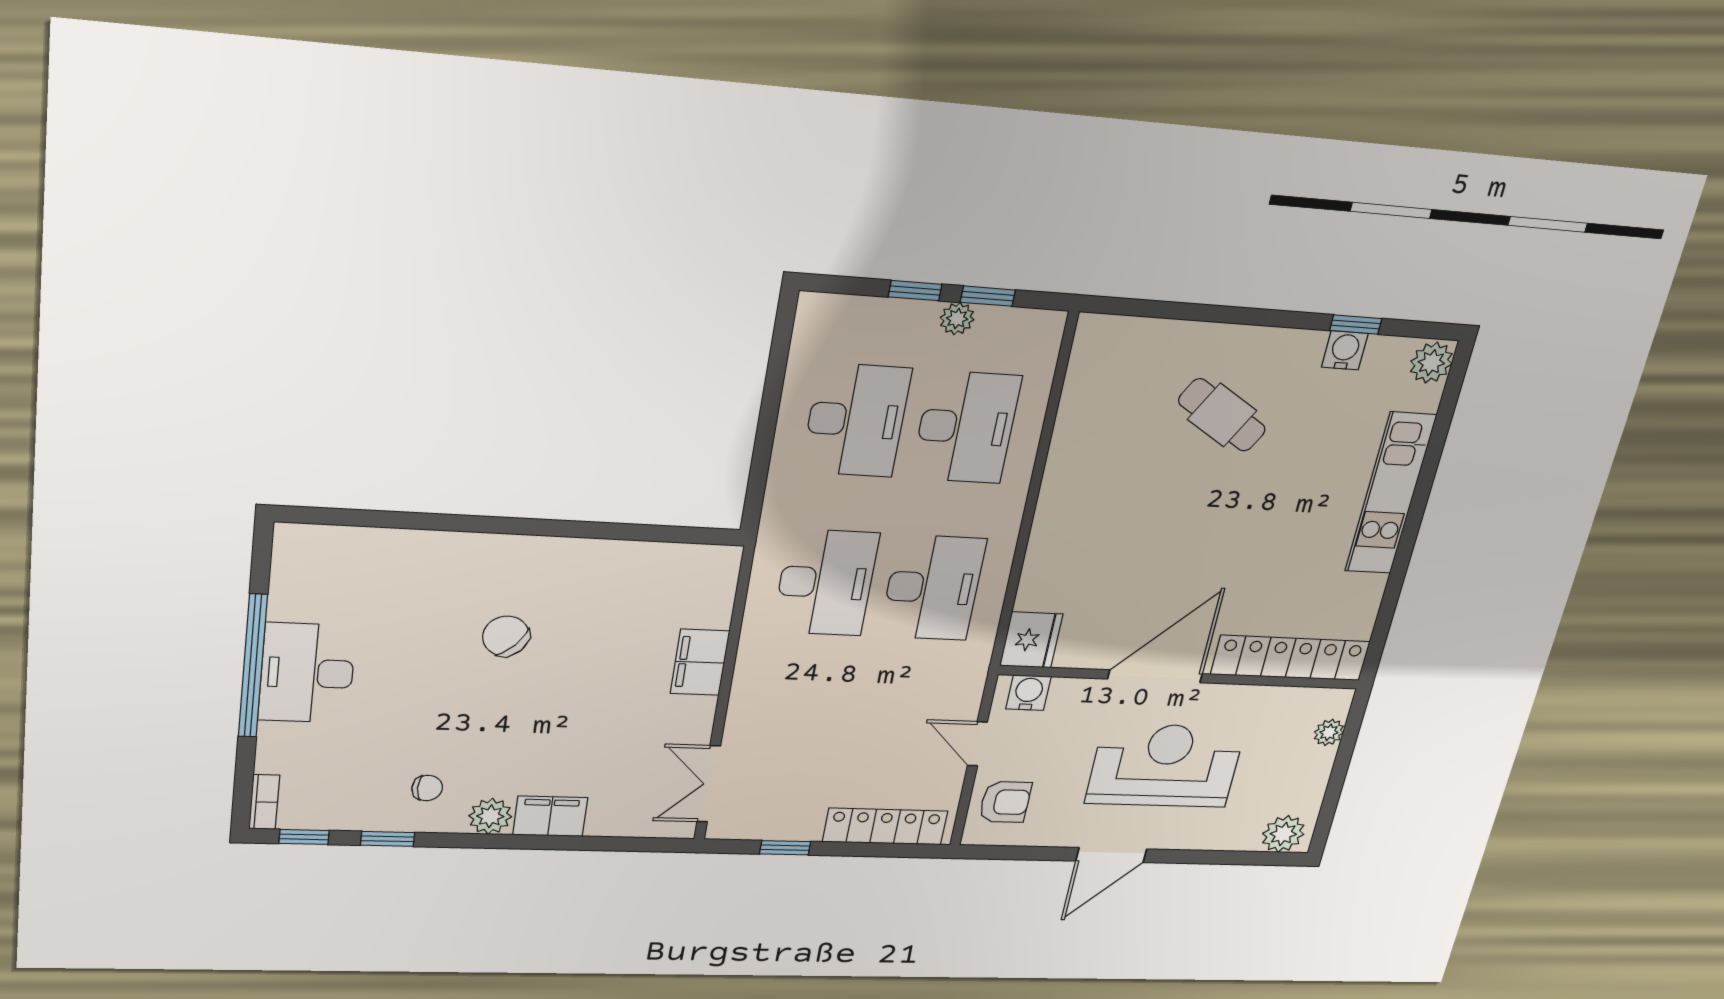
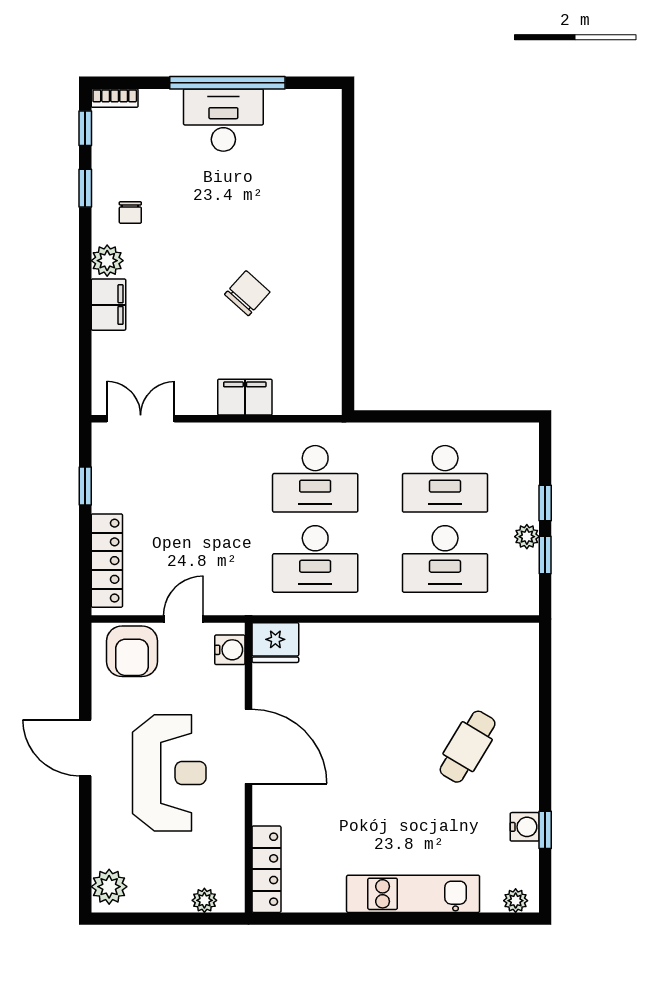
plant: (1431, 363) -> (516, 901), width x0.73, depth x0.73
chair: (506, 636) -> (247, 293), moved
locker: (1291, 658) -> (266, 869), width x0.71, depth x0.83
armchair: (1005, 802) -> (132, 651), width x1.38, depth x1.38

